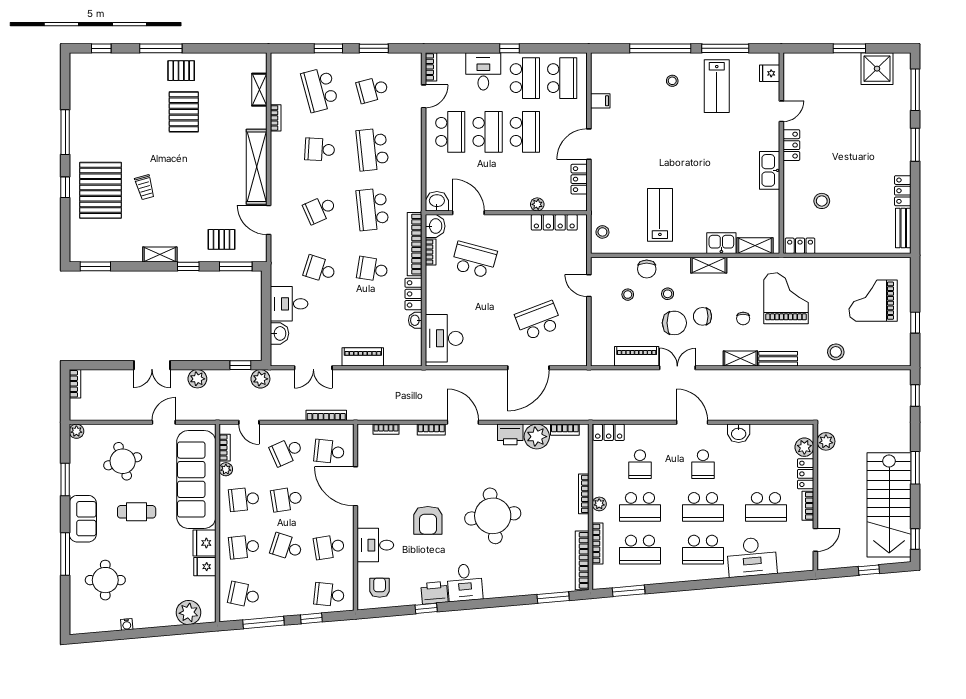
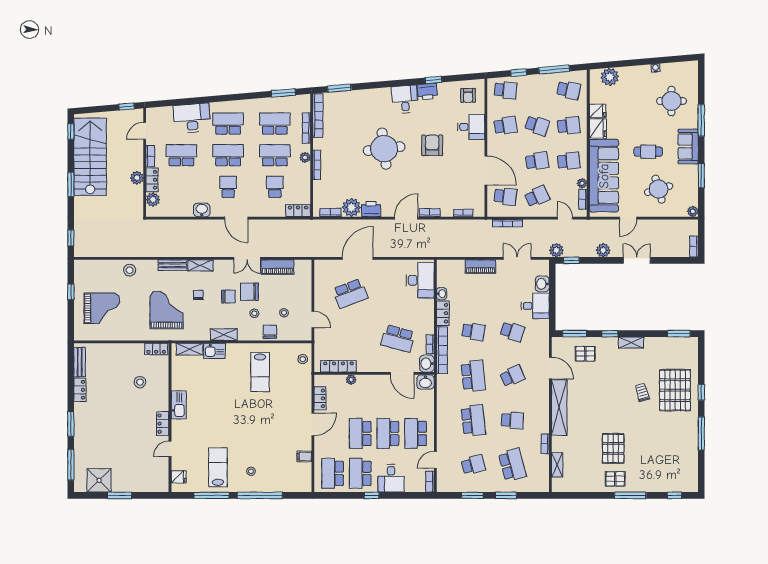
grand piano: (786, 298) -> (167, 310), turned 180
door: (463, 422) -> (406, 218), swing flipped
plant: (826, 441) -> (137, 178), moved
window: (869, 570) -> (127, 107), moved

